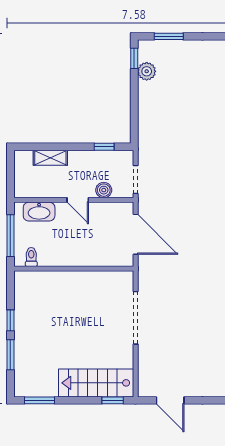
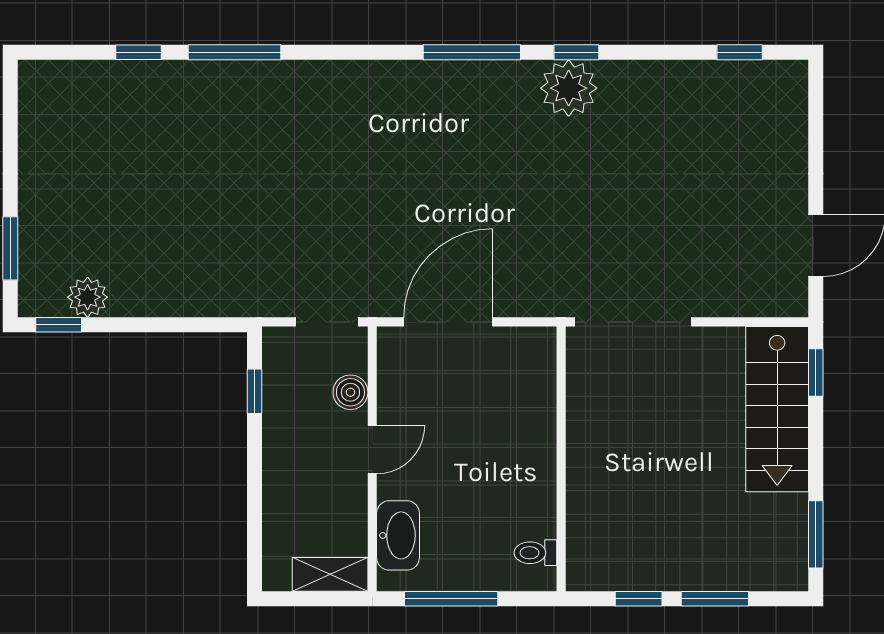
shelving: (50, 158) -> (330, 574), moved, turned 90
toilet: (31, 257) -> (535, 553), moved
wall: (74, 269) -> (561, 459), moved

